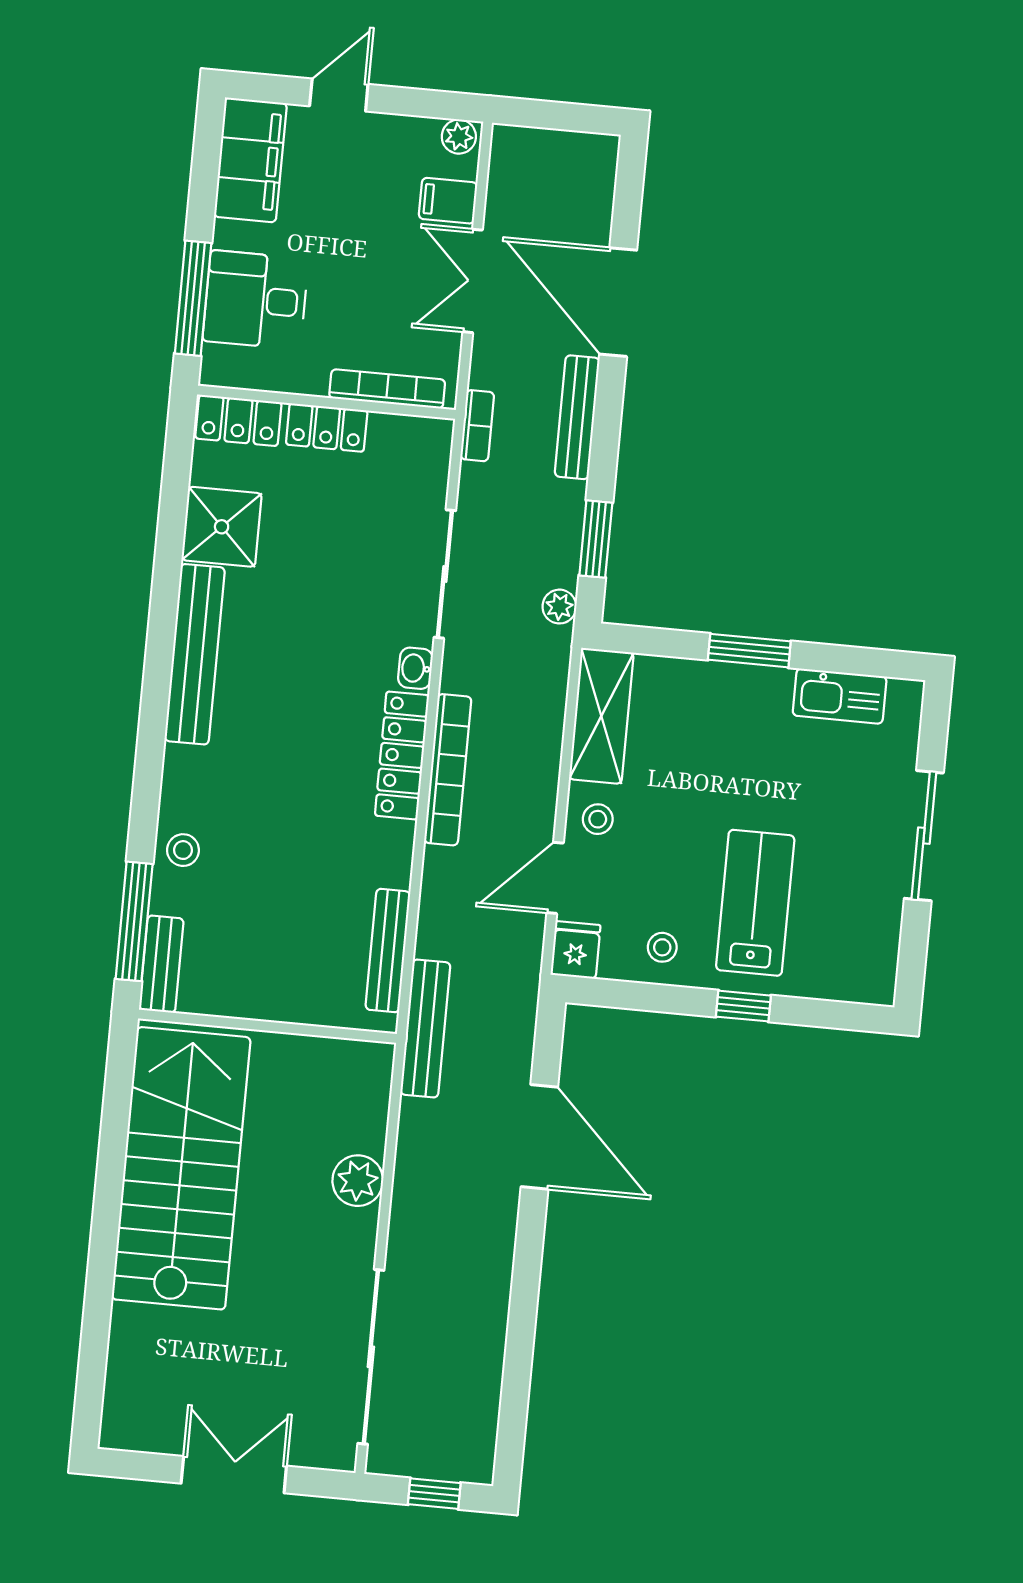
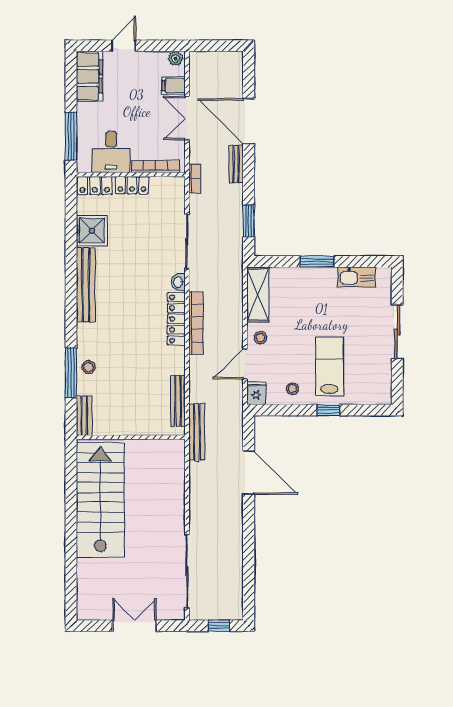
desk: (255, 300) -> (111, 152), moved, turned -90
bench: (577, 417) -> (236, 164), width x0.73
plant: (559, 607) -> (236, 251), removed
window: (134, 921) -> (71, 373), moved
plant: (358, 1181) -> (175, 498), removed

